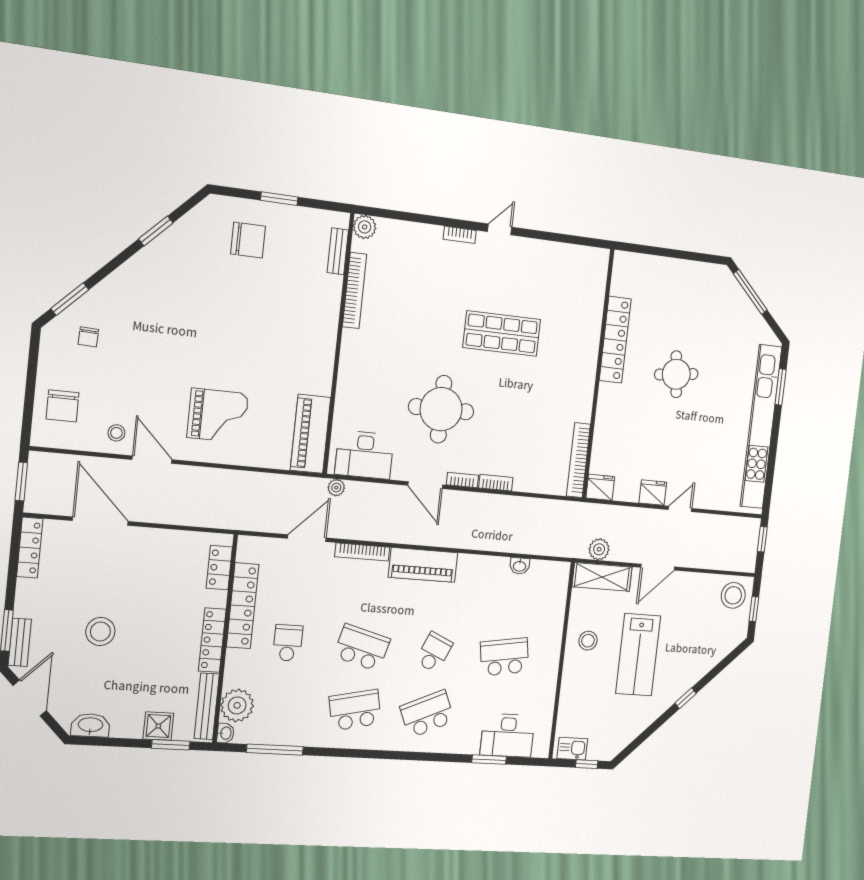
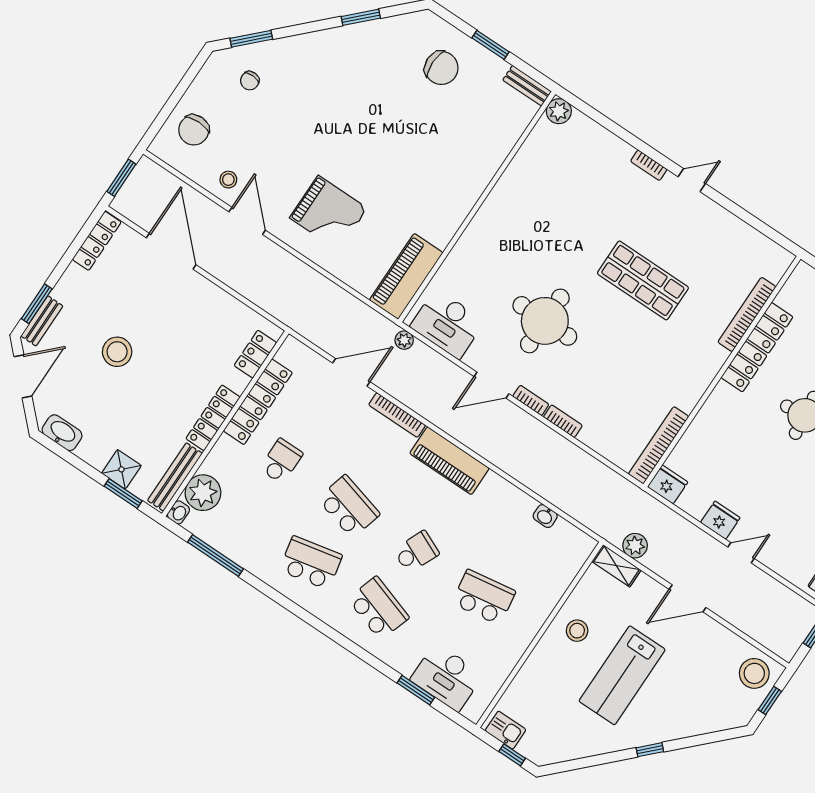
bench: (338, 251) -> (527, 86), moved, turned 90
bookcase: (355, 290) -> (747, 314), moved, turned 180
door: (425, 485) -> (492, 385), hinge flipped
shelving: (602, 577) -> (616, 566), width x0.67, depth x0.75
school desk: (427, 714) -> (378, 608), turned 42

